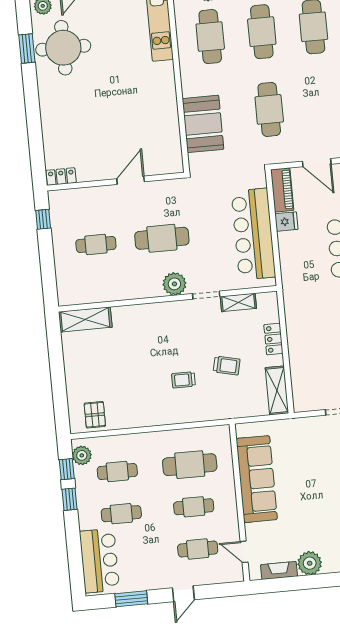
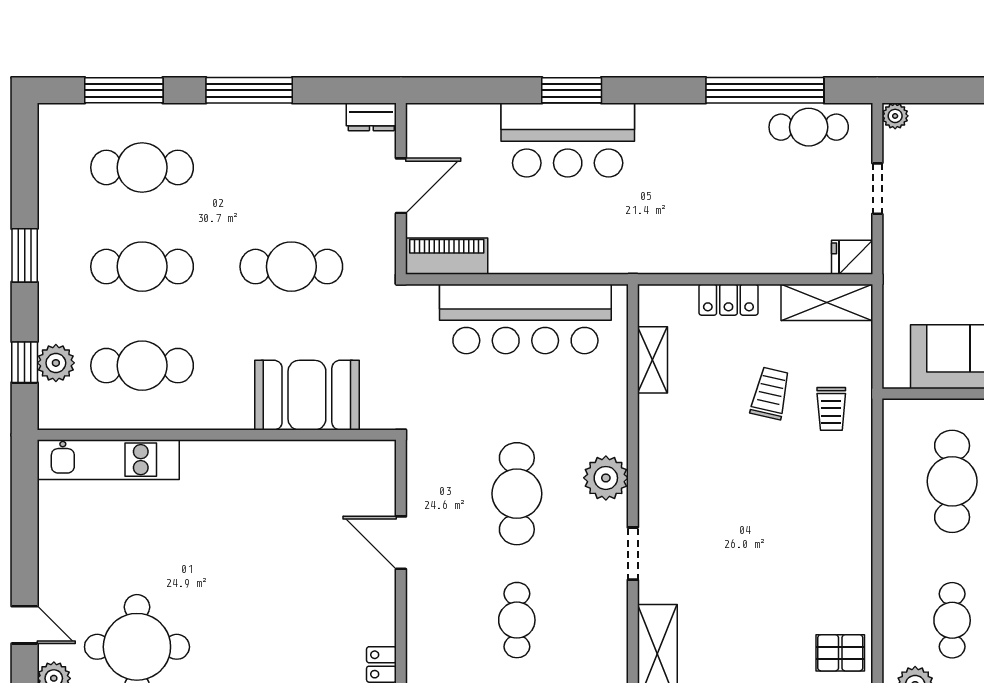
fridge: (286, 222) -> (852, 257), moved, turned -90
doorway: (206, 295) -> (633, 554), moved
trolley: (183, 380) -> (831, 409), moved

